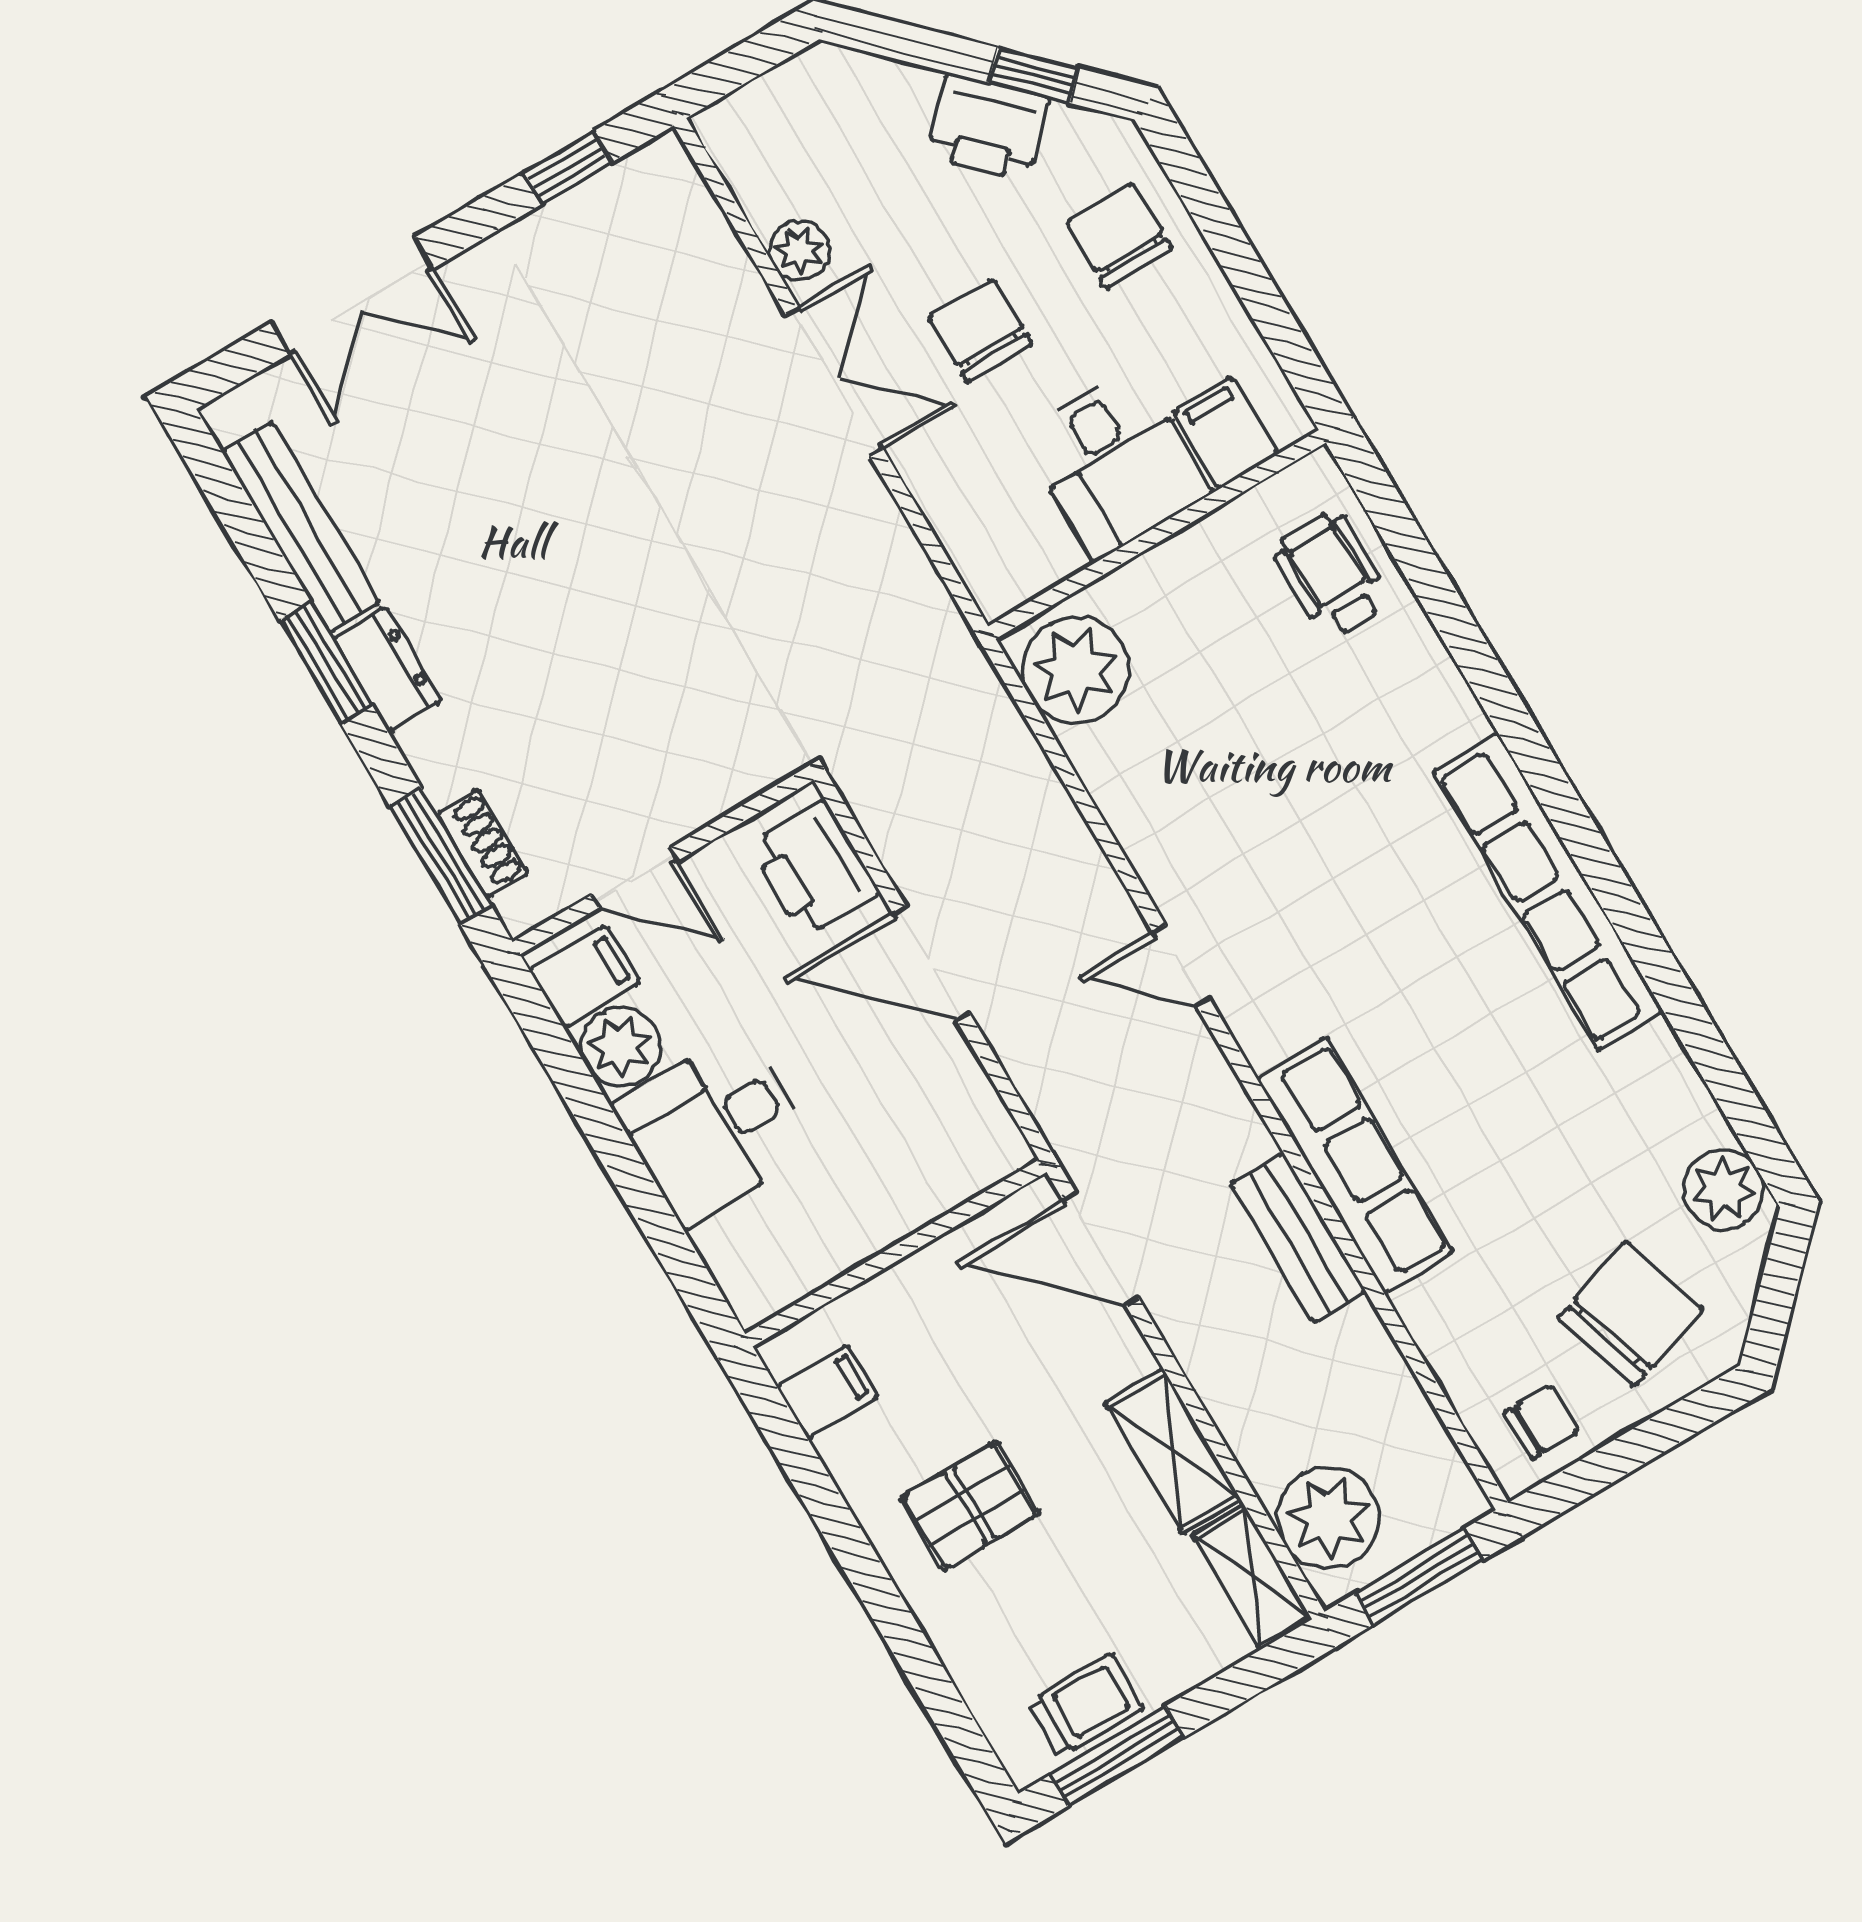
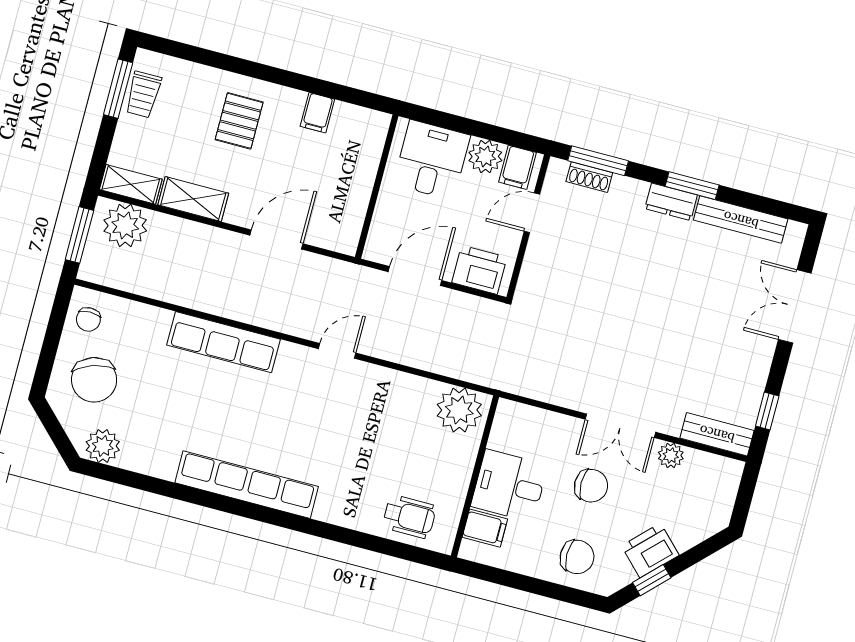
bench: (1298, 1237) -> (717, 434), moved
wall: (896, 1253) -> (377, 187), moved

